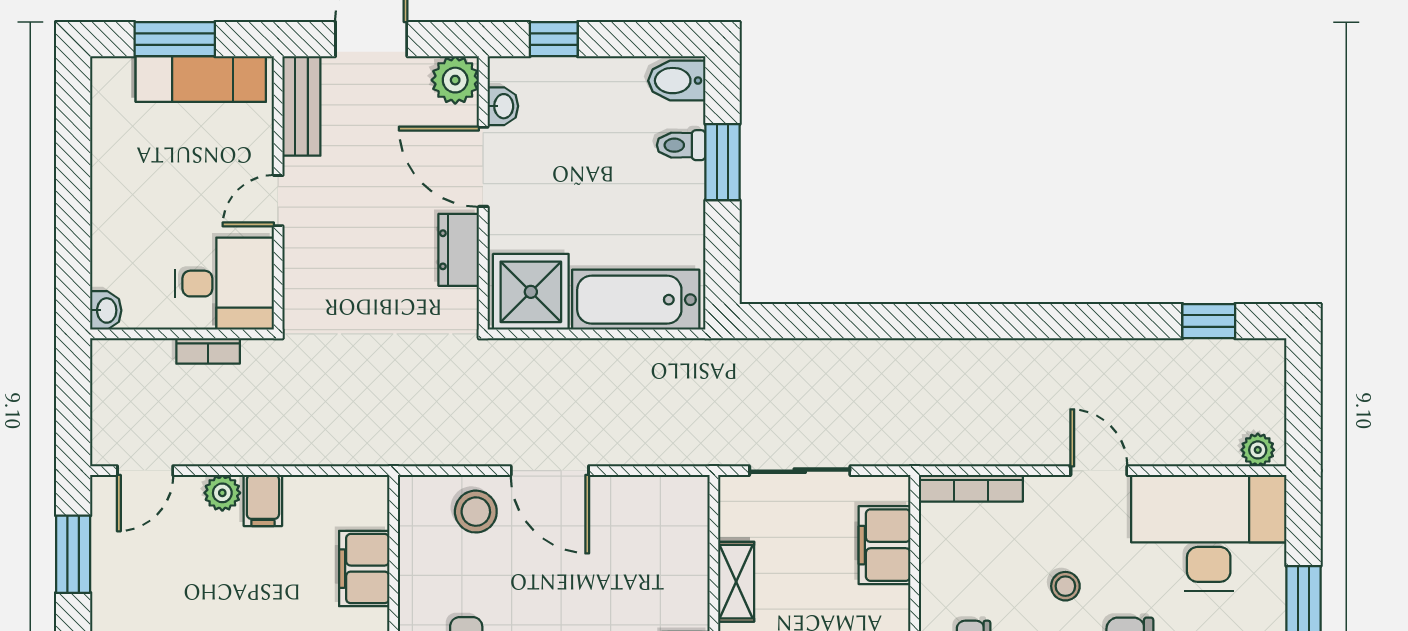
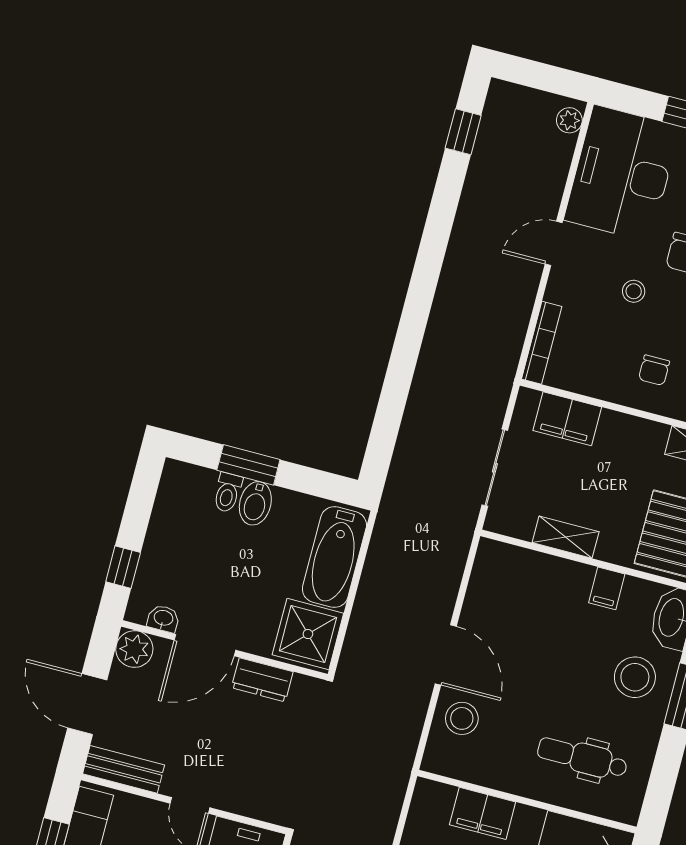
bidet: (677, 81) -> (255, 503), moved
door: (550, 471) -> (446, 655), hinge flipped

